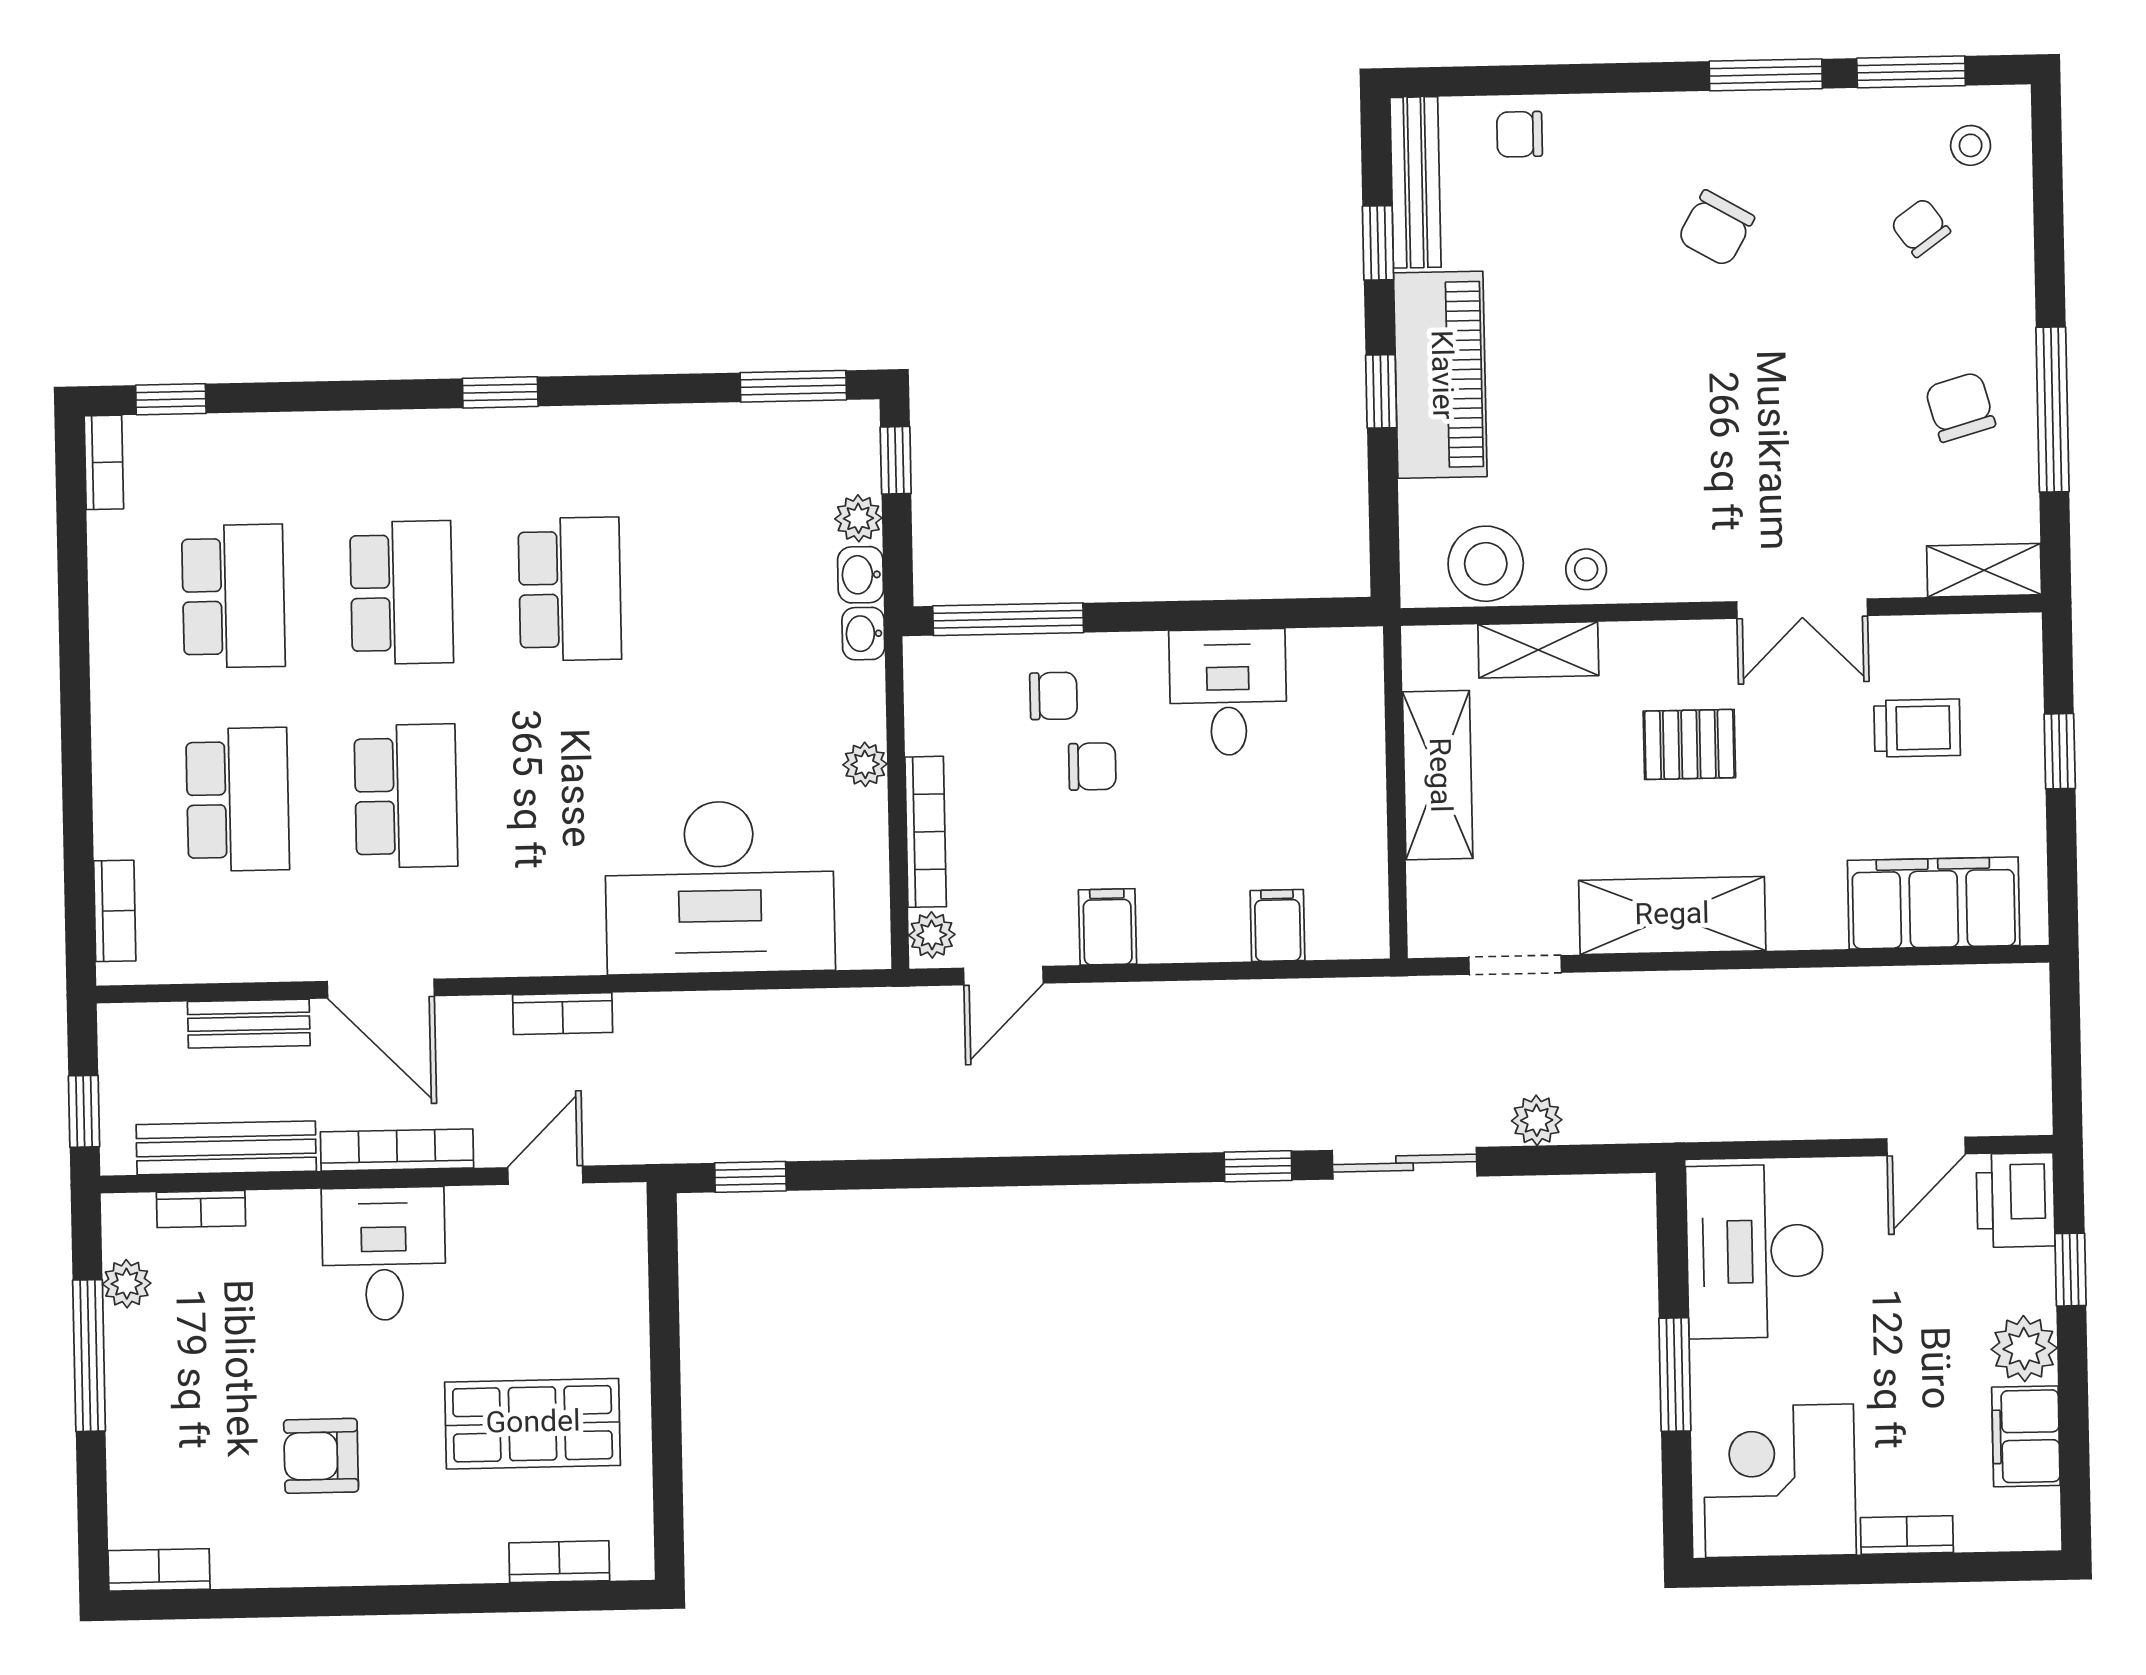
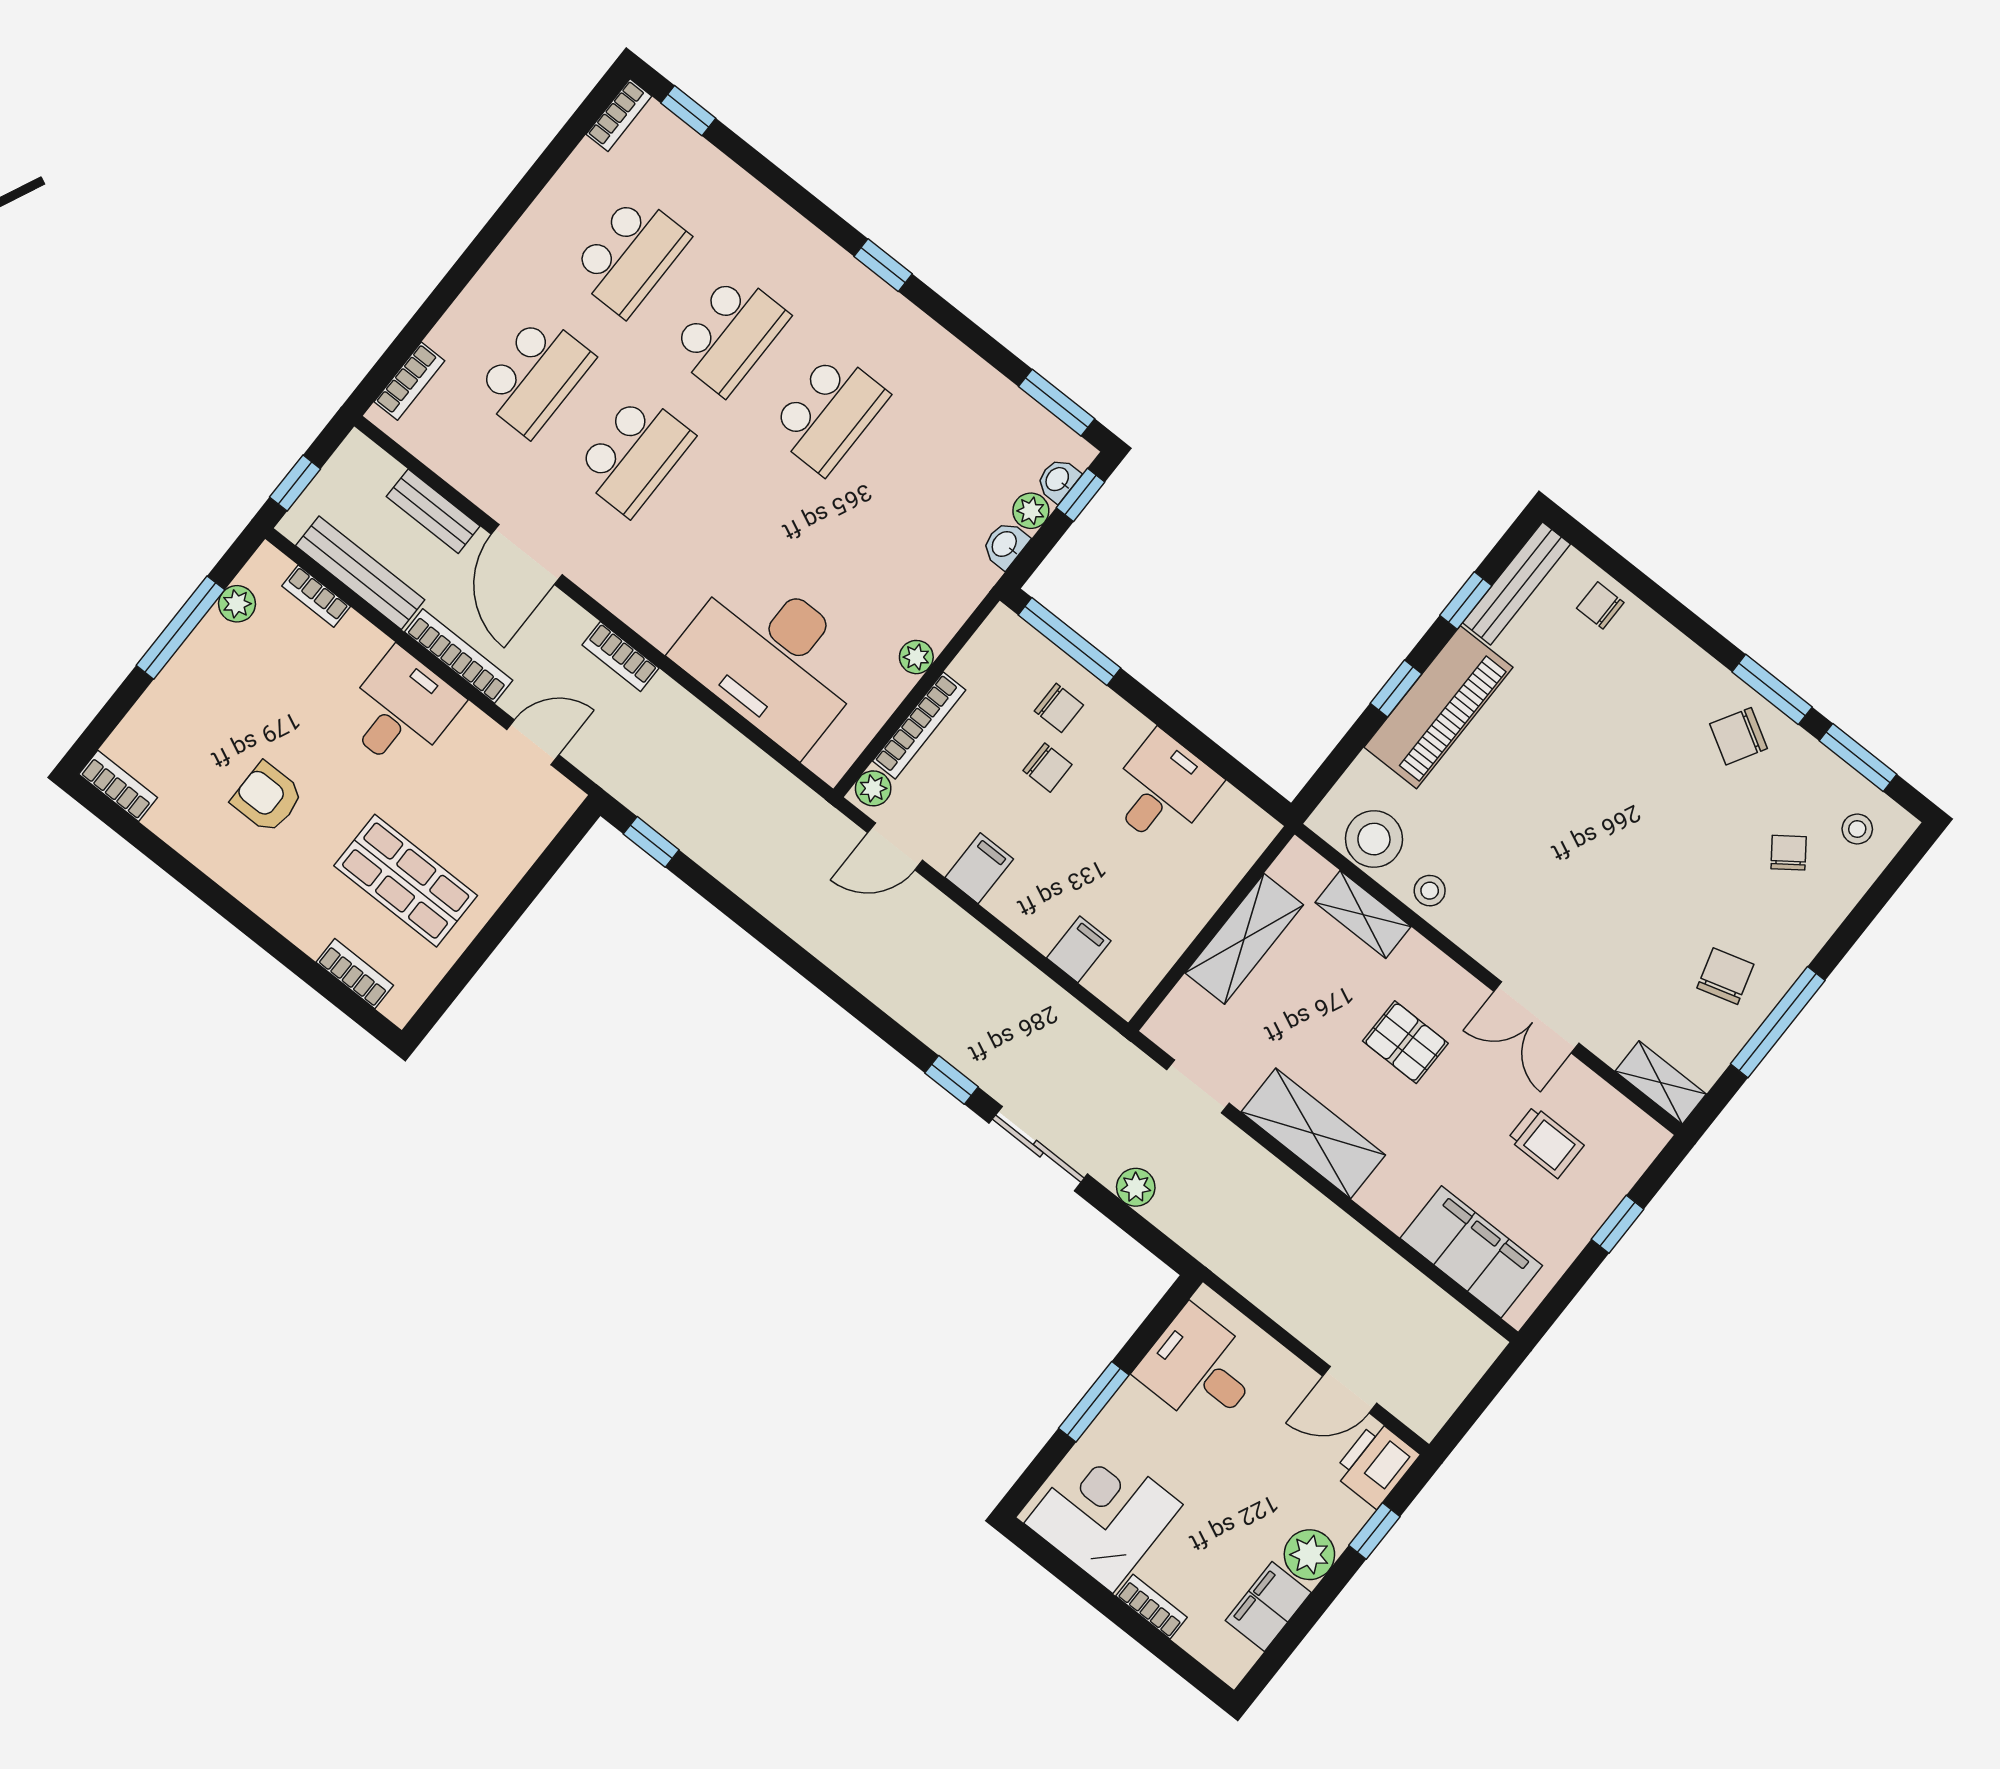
chair: (1716, 228) -> (1739, 736), moved
washbasin: (863, 634) -> (1058, 480), moved
desk: (1755, 1251) -> (1200, 1369), width x0.73

